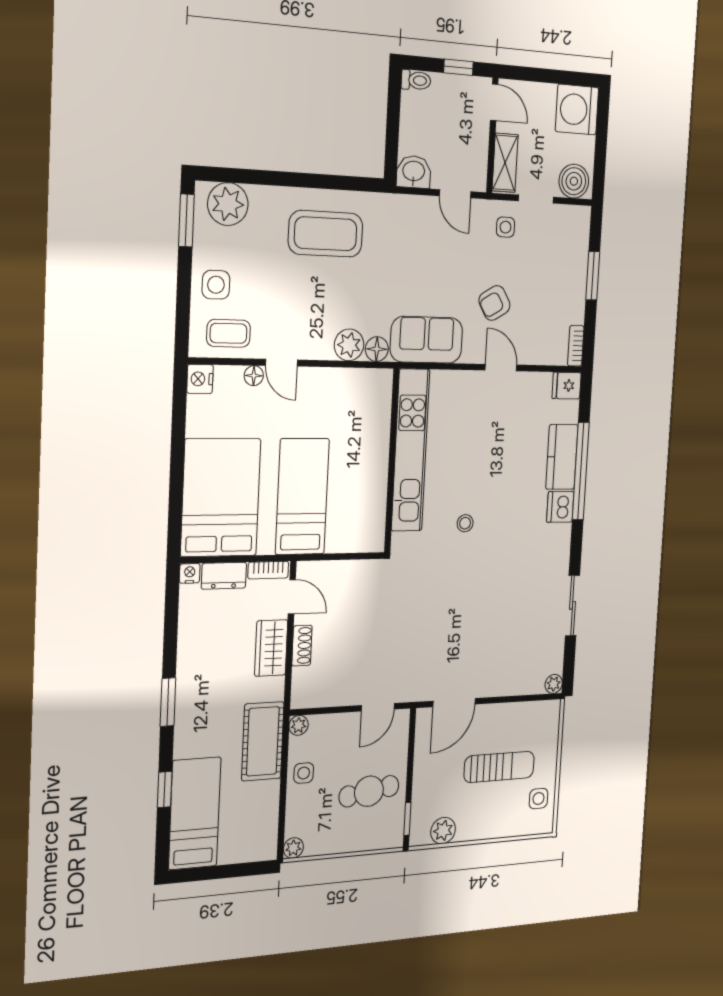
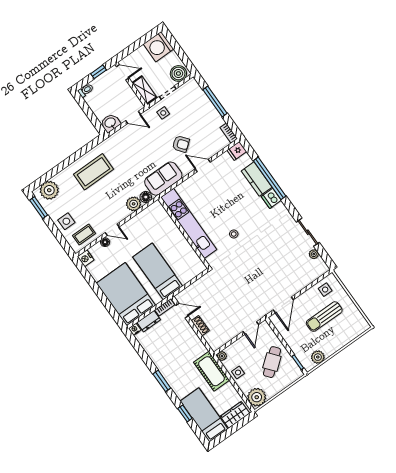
window: (593, 276) -> (215, 101), width x1.44
armchair: (494, 303) -> (181, 144), turned -97
wardrobe: (271, 648) -> (235, 415), moved, turned 90
plant: (554, 684) -> (314, 254), moved
sun lounger: (499, 767) -> (324, 317), turned 180
cafe table: (369, 791) -> (272, 362), turned -30
side table: (538, 799) -> (325, 290), moved
plant: (293, 848) -> (257, 397), width x1.87, depth x1.87

